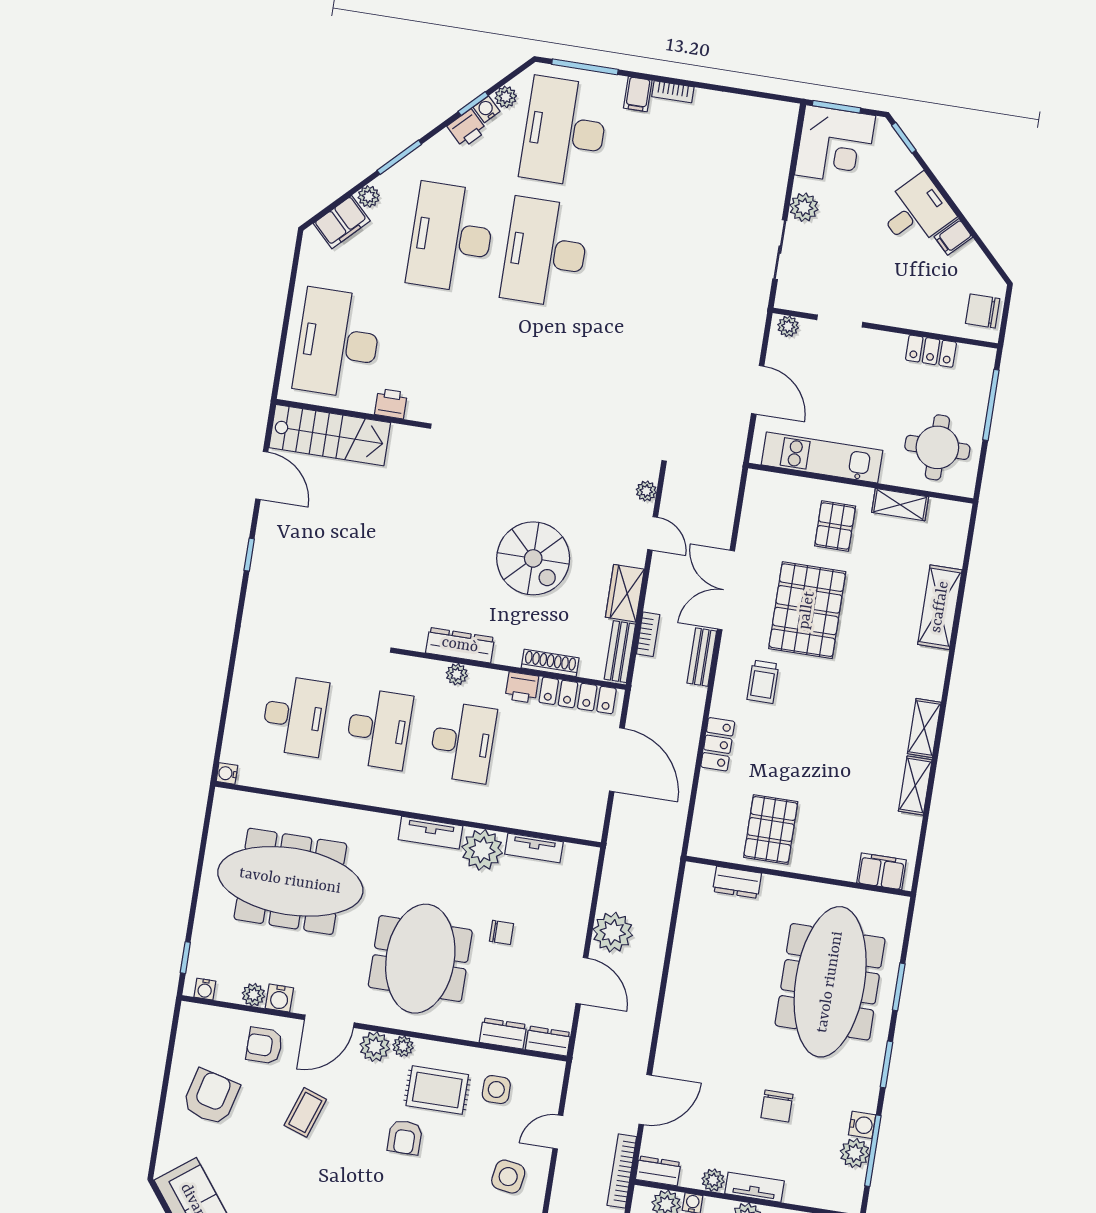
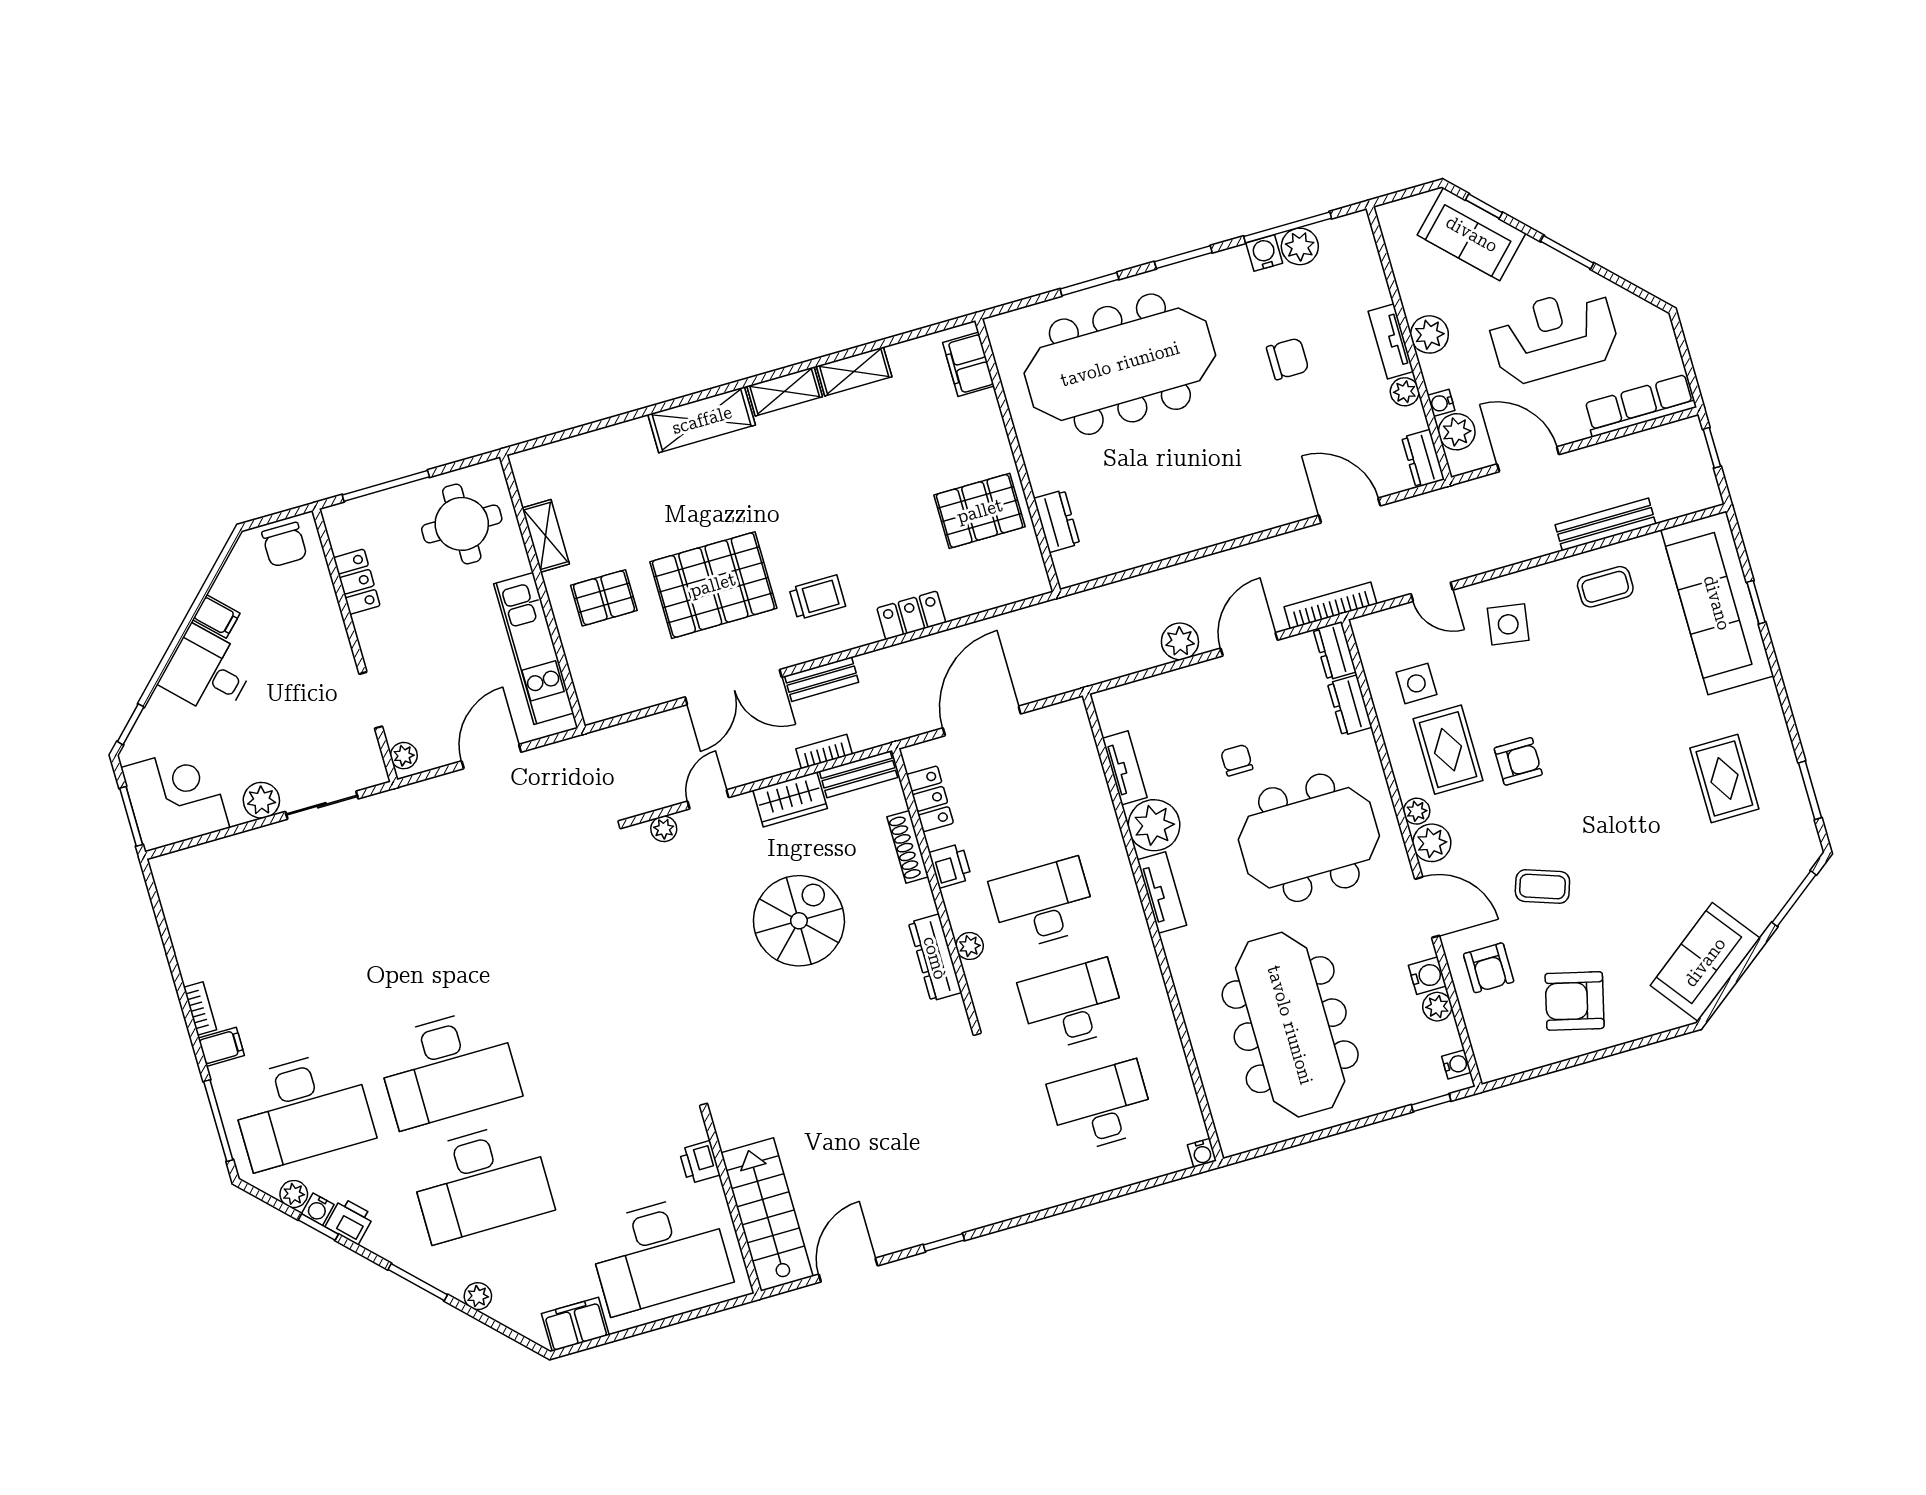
filing cabinet: (342, 222) -> (575, 1324), moved, turned -45
shelving: (940, 607) -> (702, 420), moved
locker: (578, 695) -> (930, 799), width x0.66
plant: (613, 932) -> (1180, 641), width x0.73, depth x0.73
bookcase: (622, 1171) -> (1331, 605), moved, turned 180

